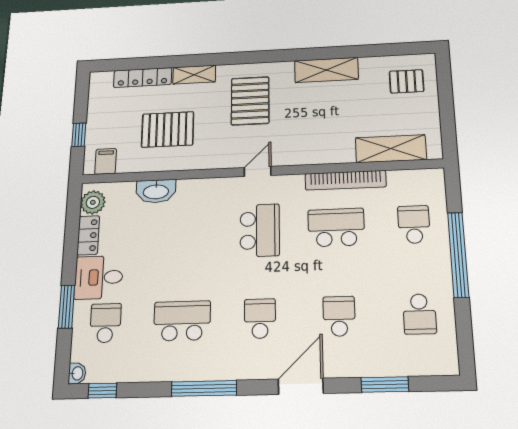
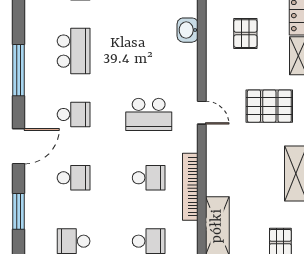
pallet: (168, 129) -> (245, 34), width x0.67, depth x0.71
washbasin: (156, 191) -> (188, 30), width x0.72
school desk: (336, 227) -> (149, 178), width x0.54
door: (301, 386) -> (19, 146), hinge flipped

